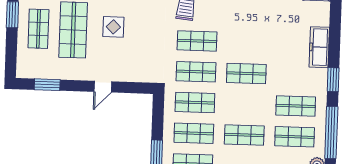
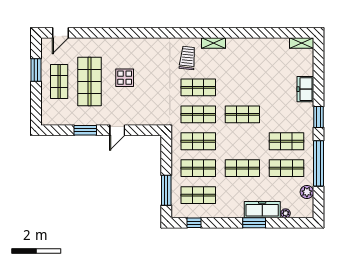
freezer: (319, 47) -> (305, 89), width x0.71
window: (47, 85) -> (85, 130), moved

